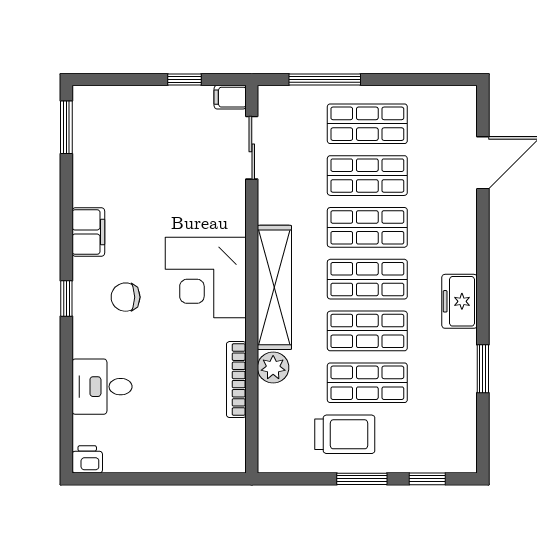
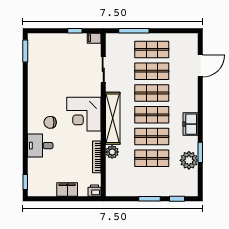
sliding door: (252, 148) -> (103, 70), moved
filing cabinet: (88, 232) -> (67, 190), moved, turned -90
window: (66, 298) -> (25, 182), moved
desk: (102, 387) -> (40, 146), moved
plant: (456, 387) -> (189, 160), added
trolley: (345, 434) -> (142, 180), removed
printer: (87, 459) -> (94, 191), moved

